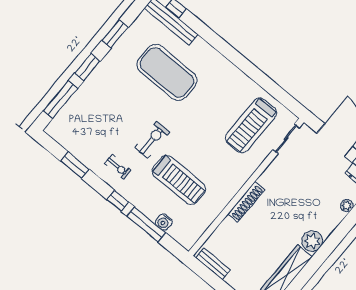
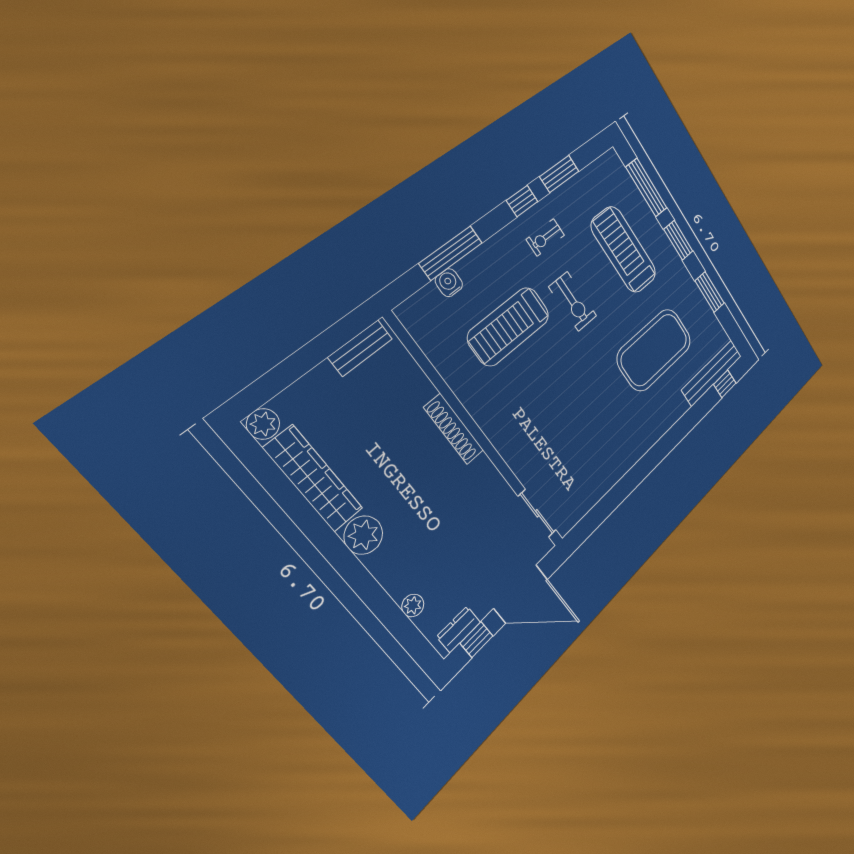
treadmill: (251, 125) -> (624, 250), moved
window: (118, 201) -> (522, 201), moved

